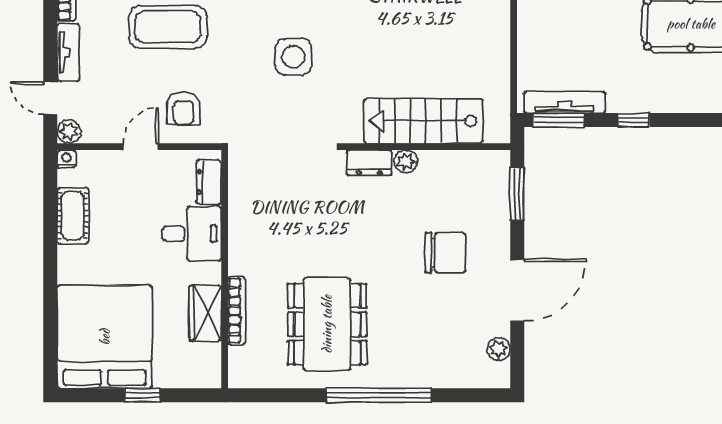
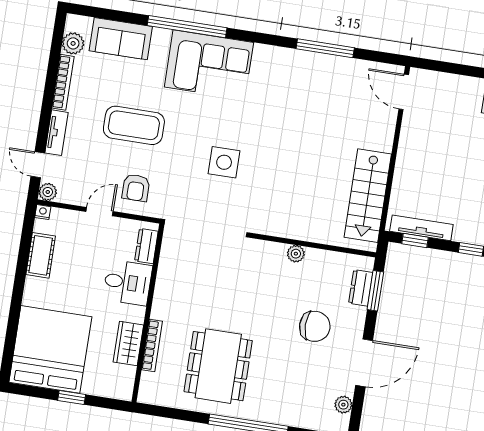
window: (559, 120) -> (415, 241), width x0.67
stairs: (423, 121) -> (368, 196), moved, turned -90
dresser: (369, 163) -> (361, 288), moved, turned 90

